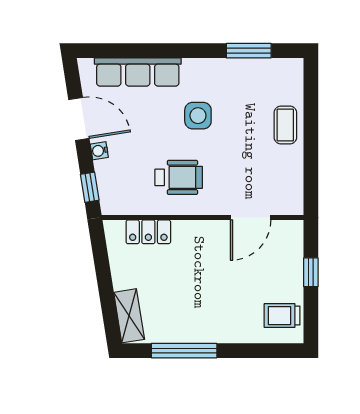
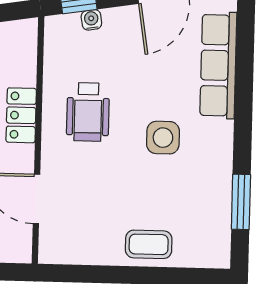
water cooler: (99, 151) -> (91, 20), moved
locker: (148, 232) -> (21, 115), moved

